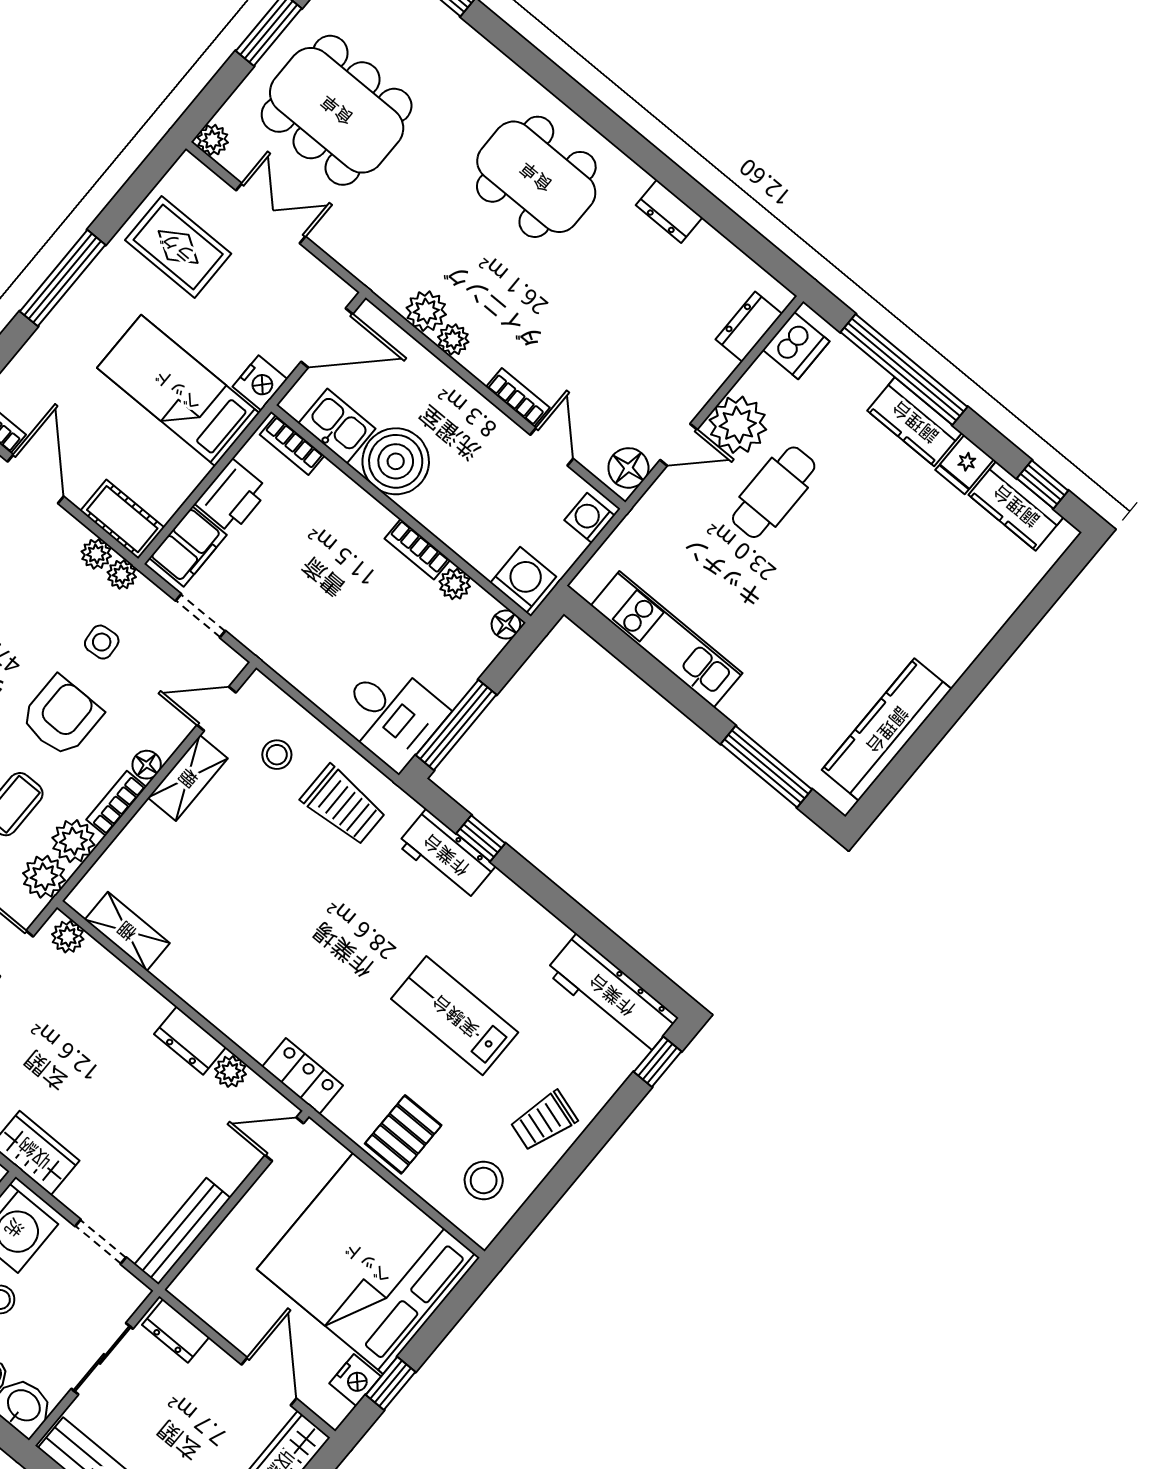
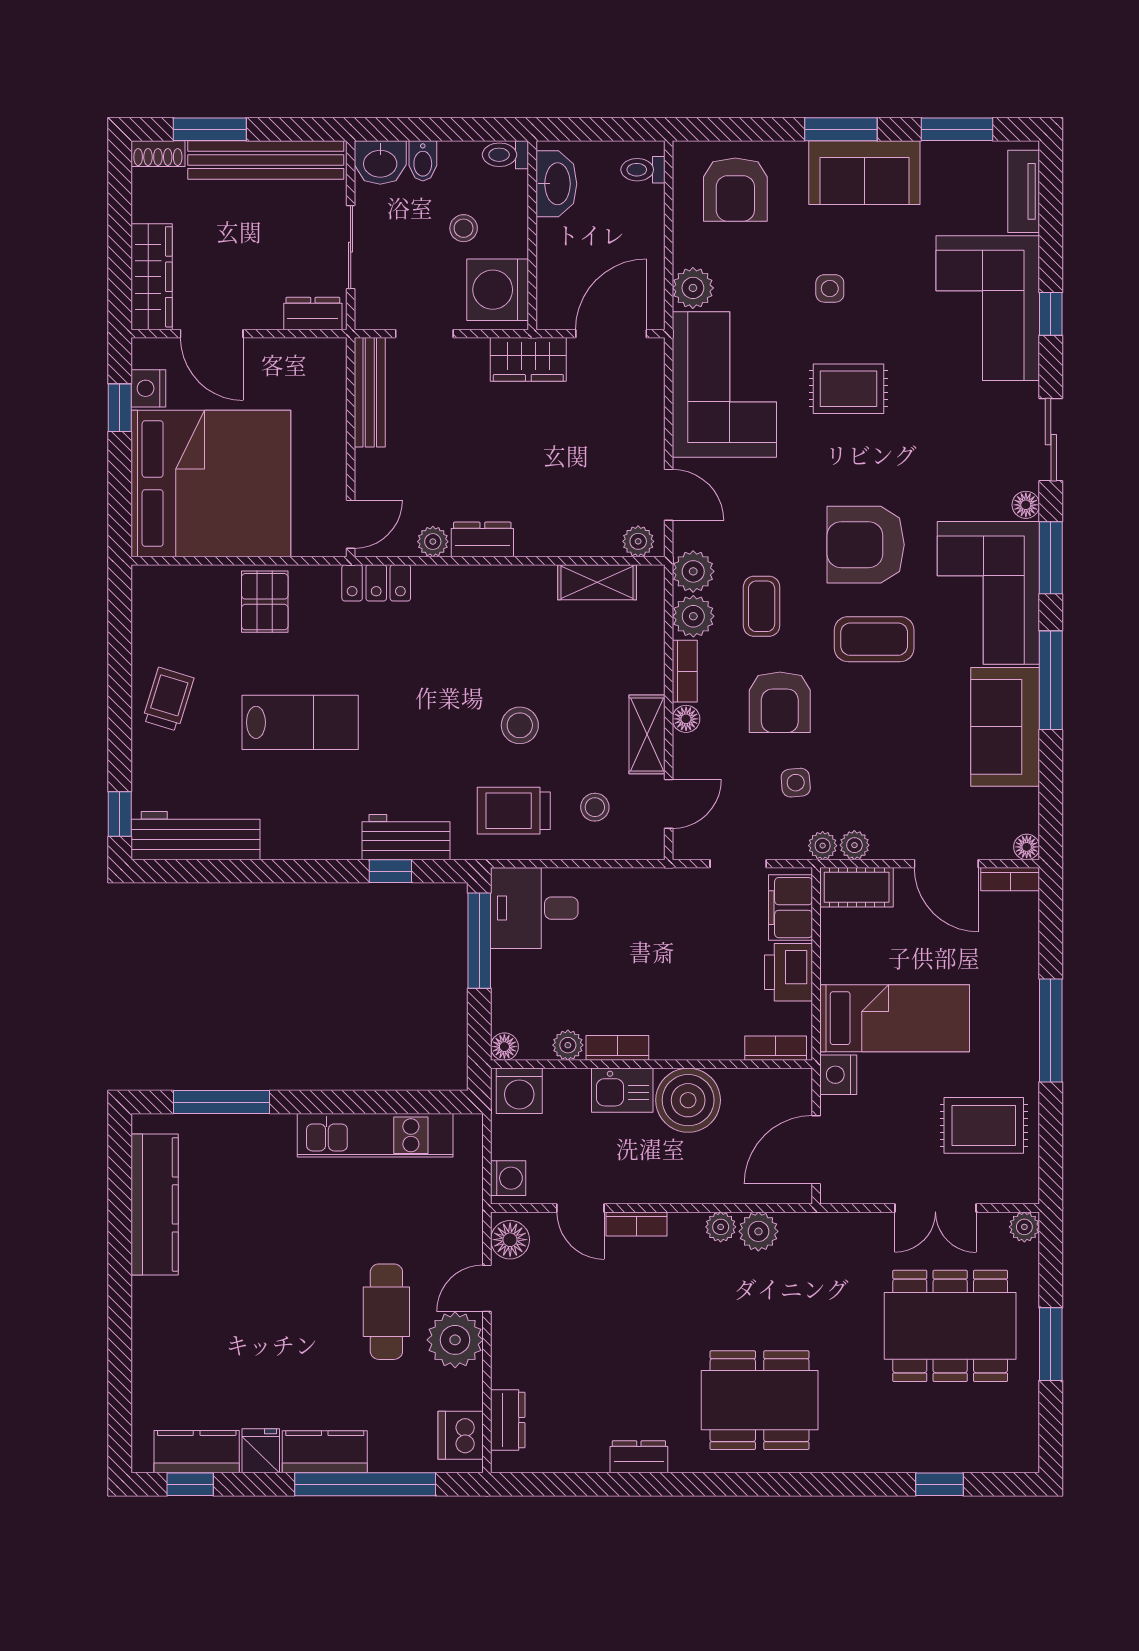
kitchen sink: (337, 426) -> (622, 1090), moved
stool: (484, 1180) -> (520, 725), moved

